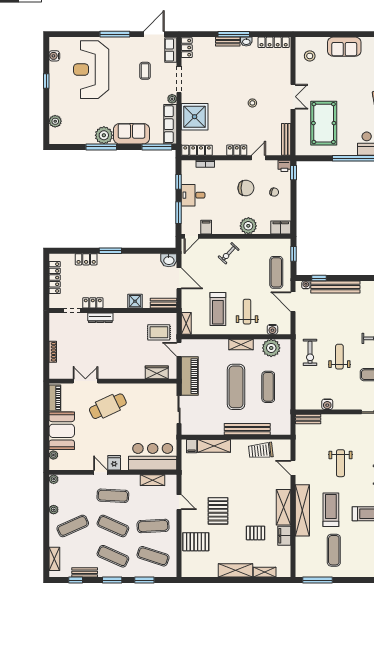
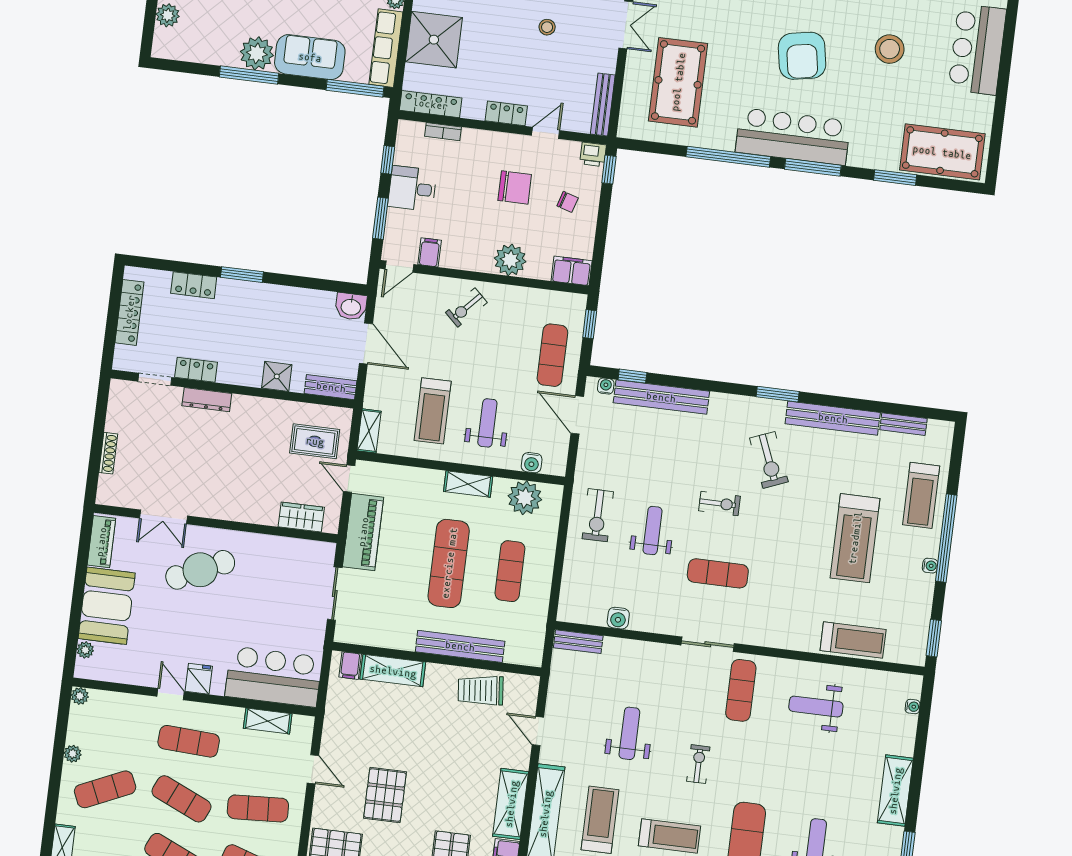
double door: (85, 381) -> (163, 517), swing flipped
weight bench: (341, 463) -> (629, 733), turned 180

